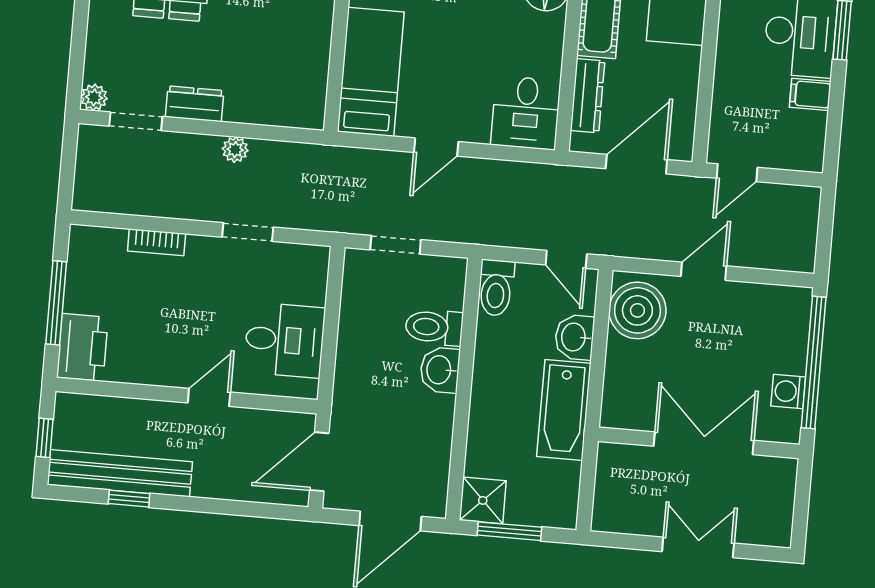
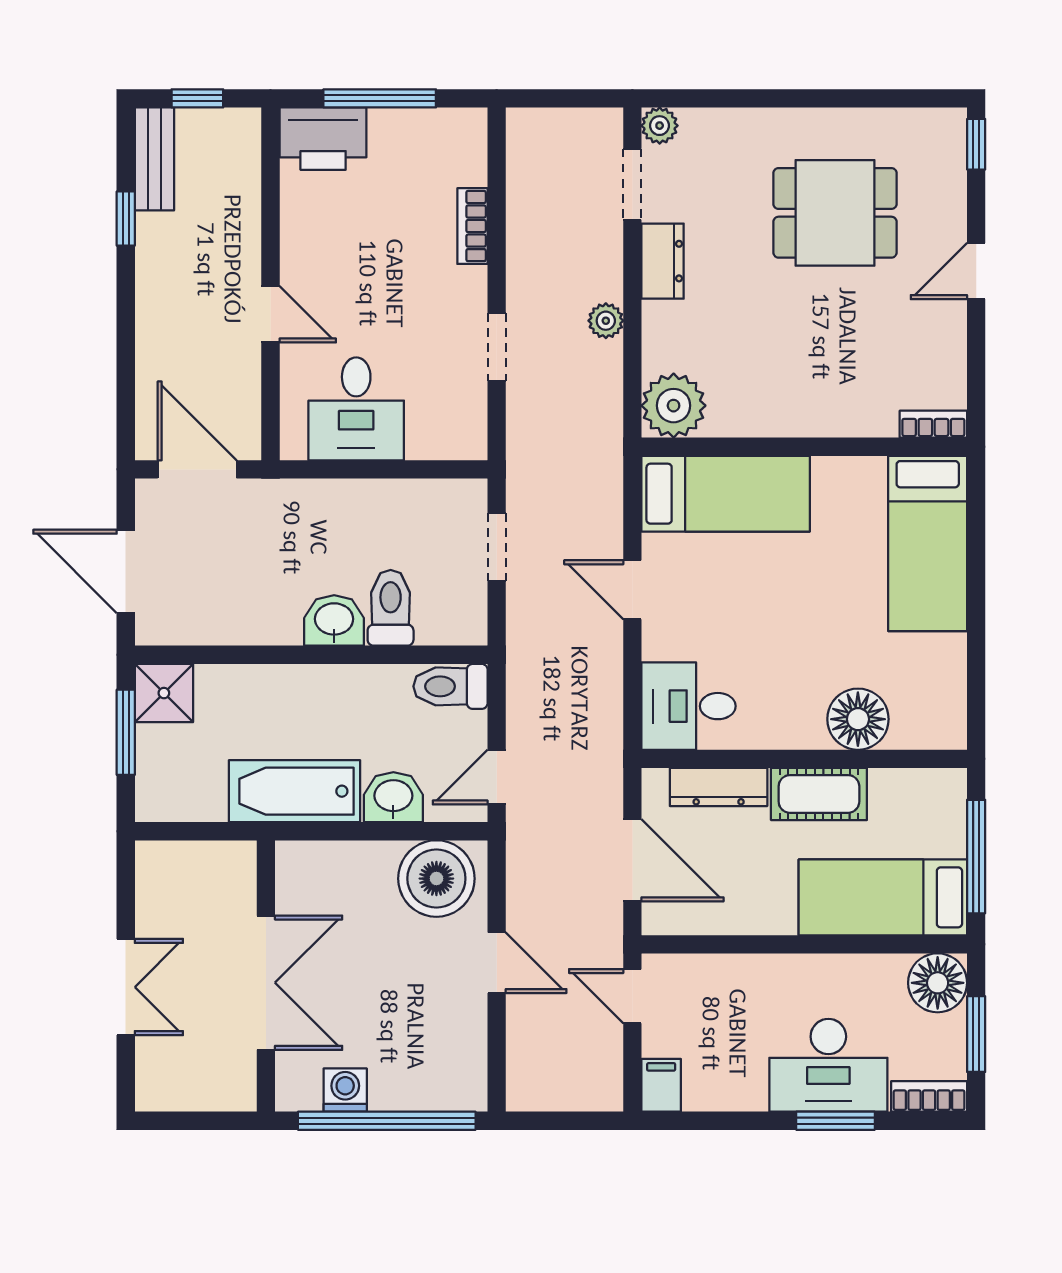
filing cabinet: (810, 94) -> (661, 1085), moved
plant: (302, 105) -> (674, 406), added
bench: (120, 473) -> (154, 159), width x0.54, depth x0.82

